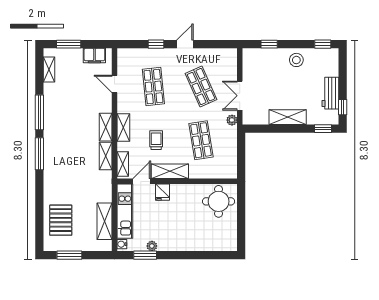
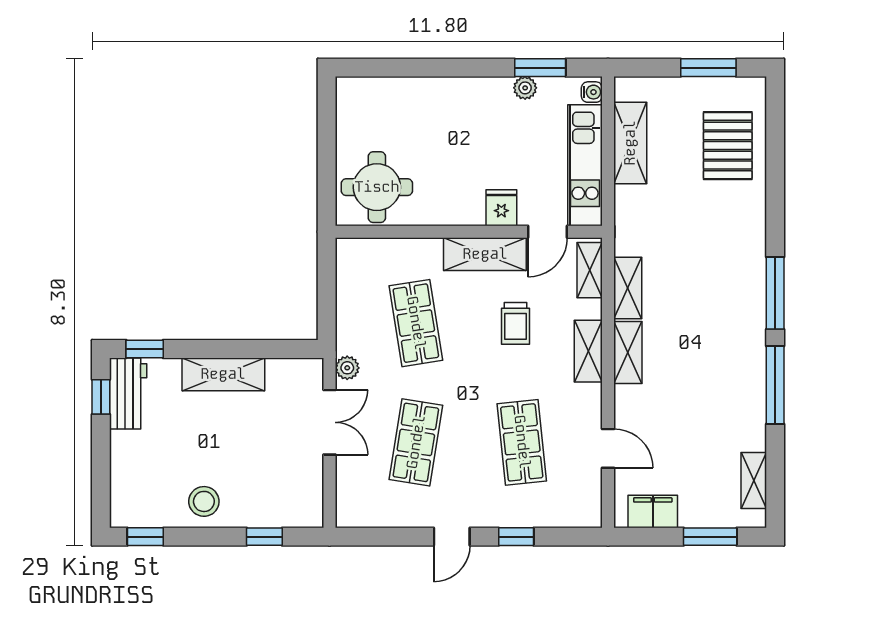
shop shelf: (201, 87) -> (416, 442), turned 33
workbench: (330, 93) -> (128, 393), moved

